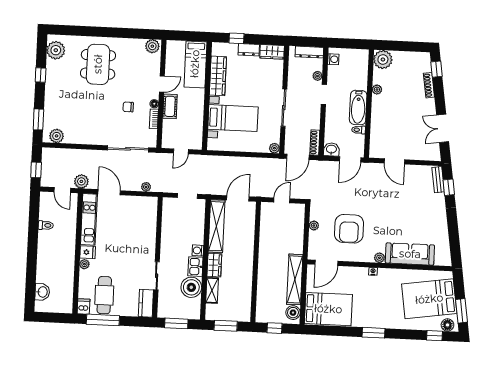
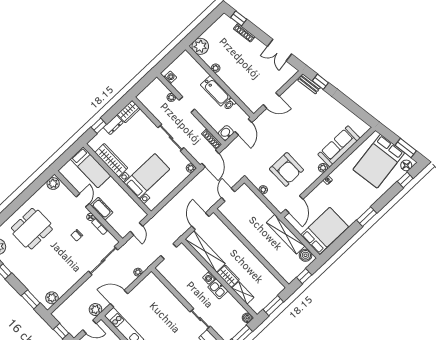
dresser: (309, 52) -> (151, 88), removed
dining table: (98, 64) -> (32, 229), turned 90
boiler: (191, 287) -> (247, 318), moved, width x0.54, depth x0.54

